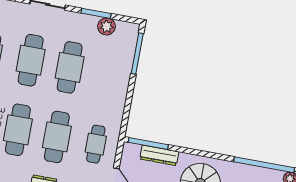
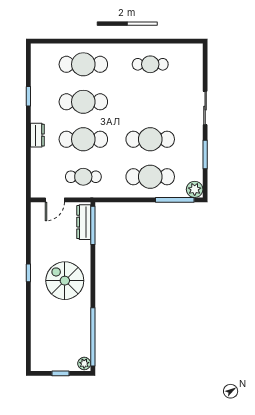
plant: (107, 26) -> (195, 189), moved
cafe table: (31, 60) -> (150, 177), moved
dresser: (159, 155) -> (84, 222), moved

